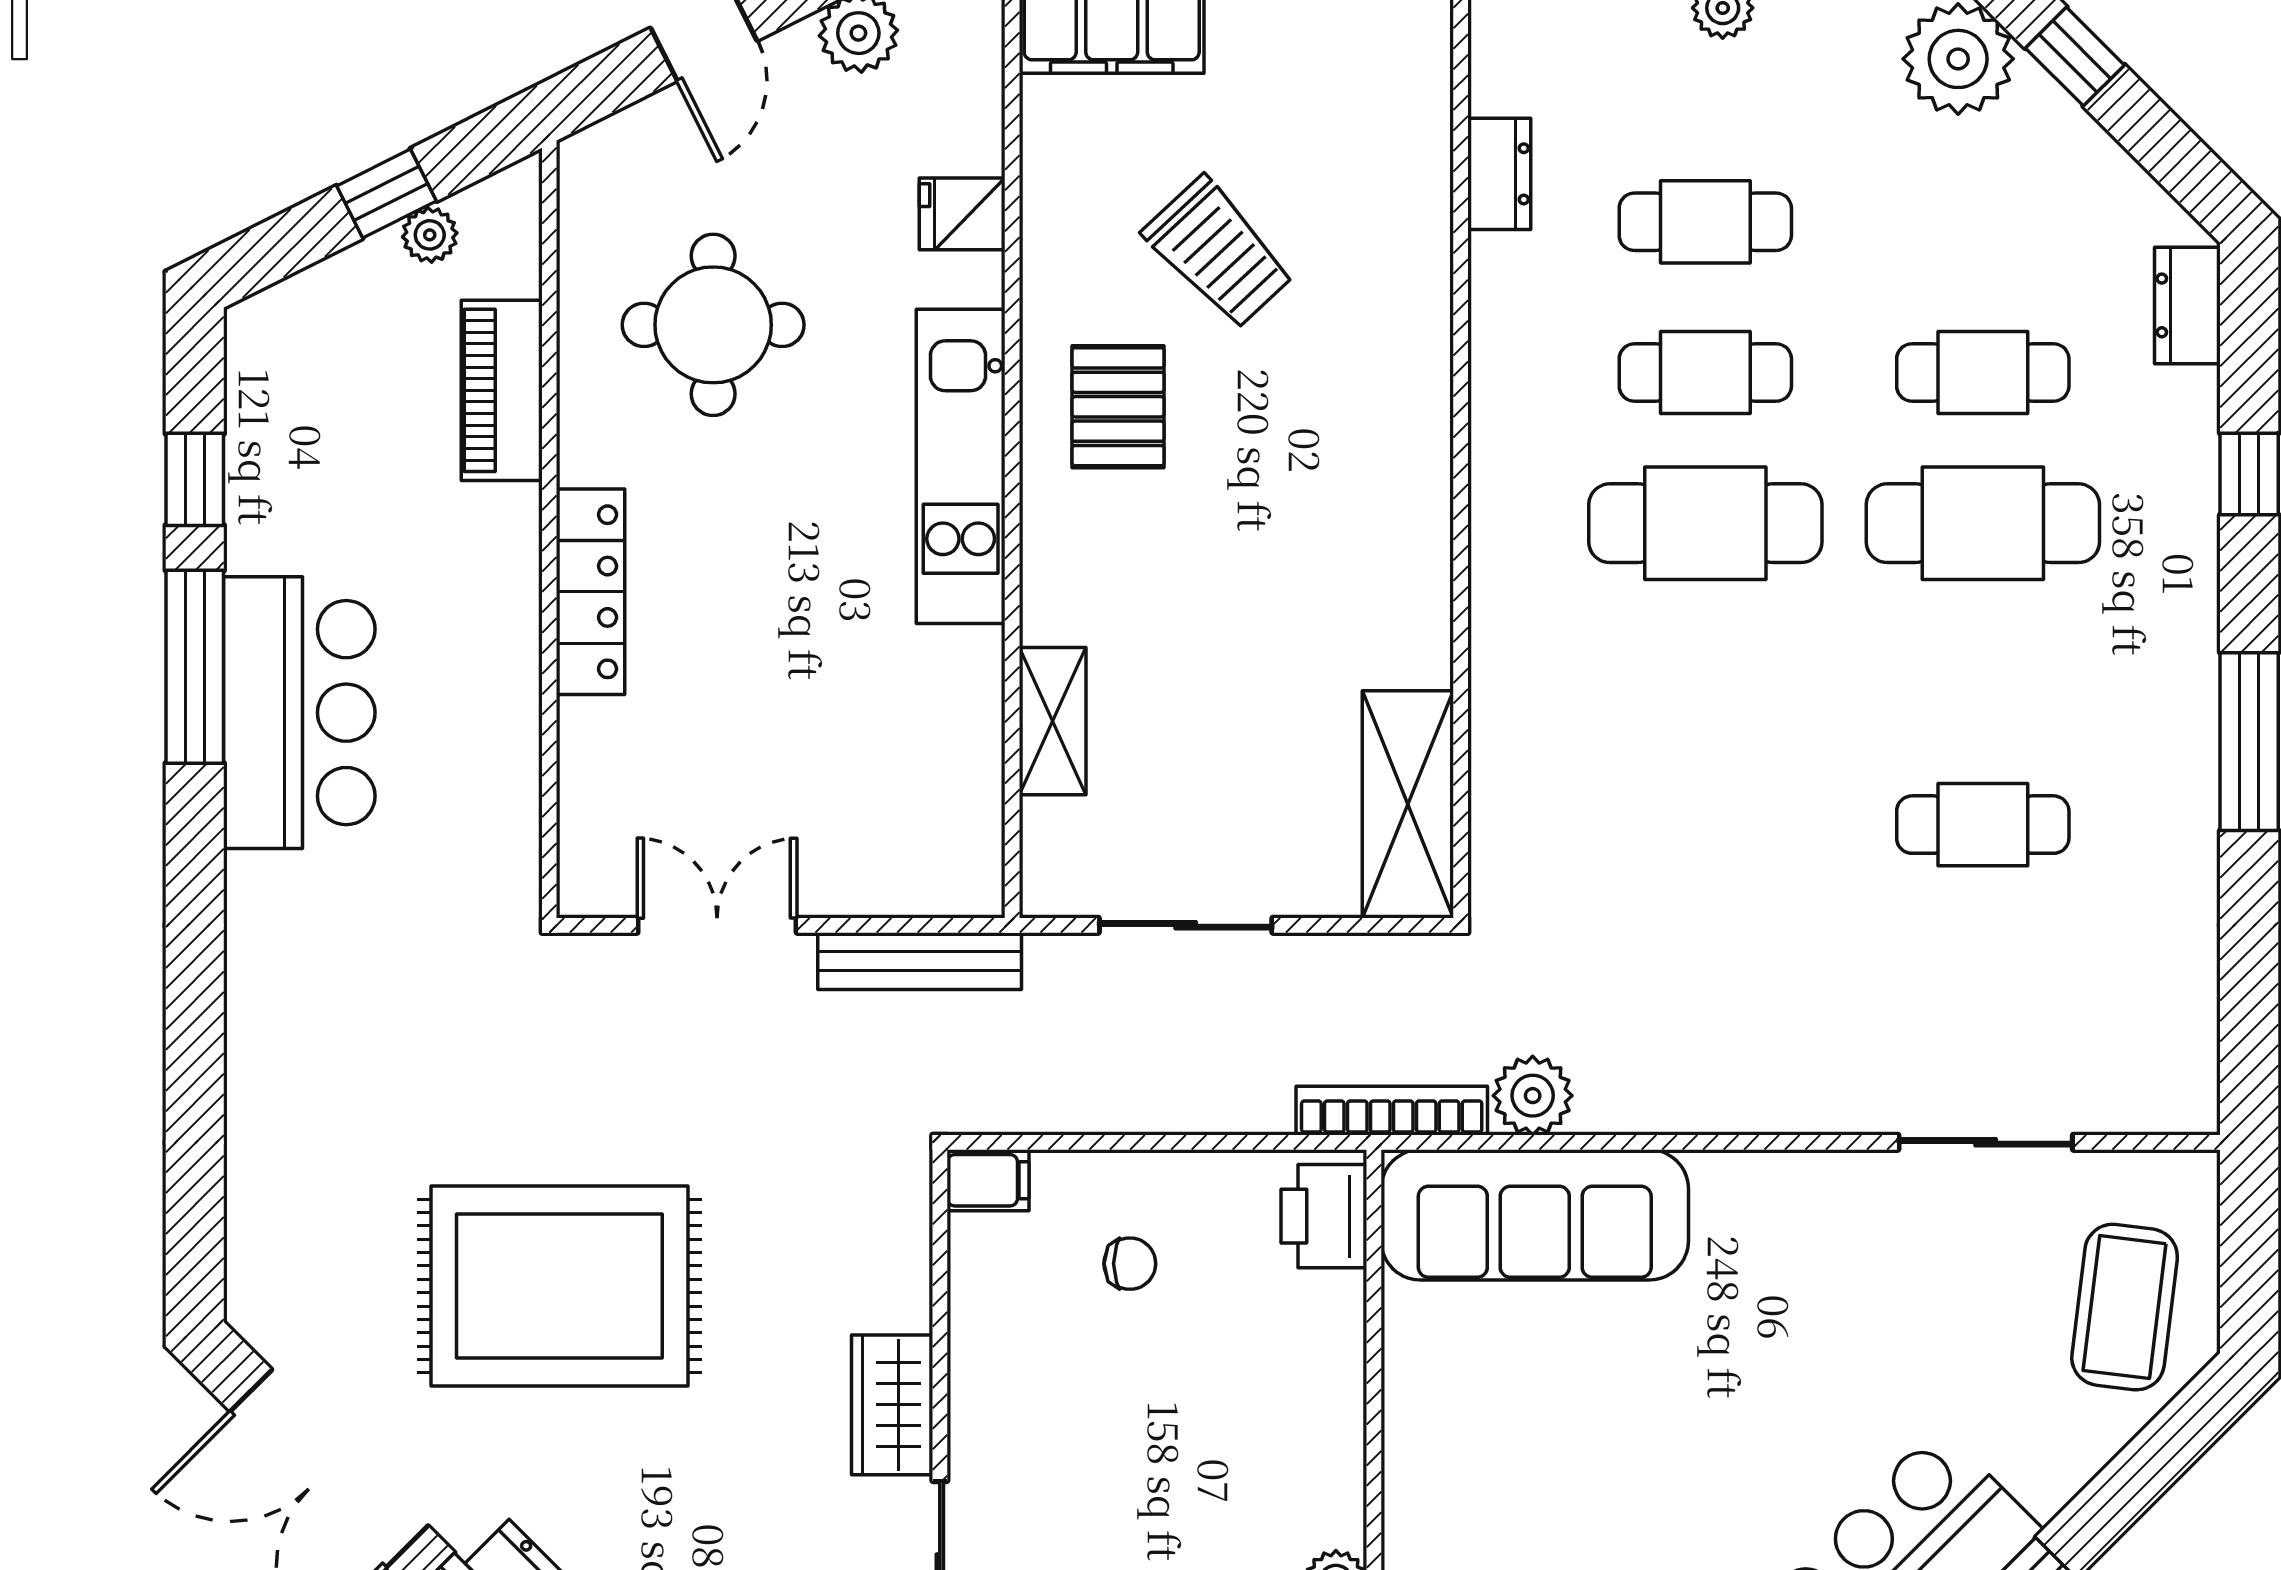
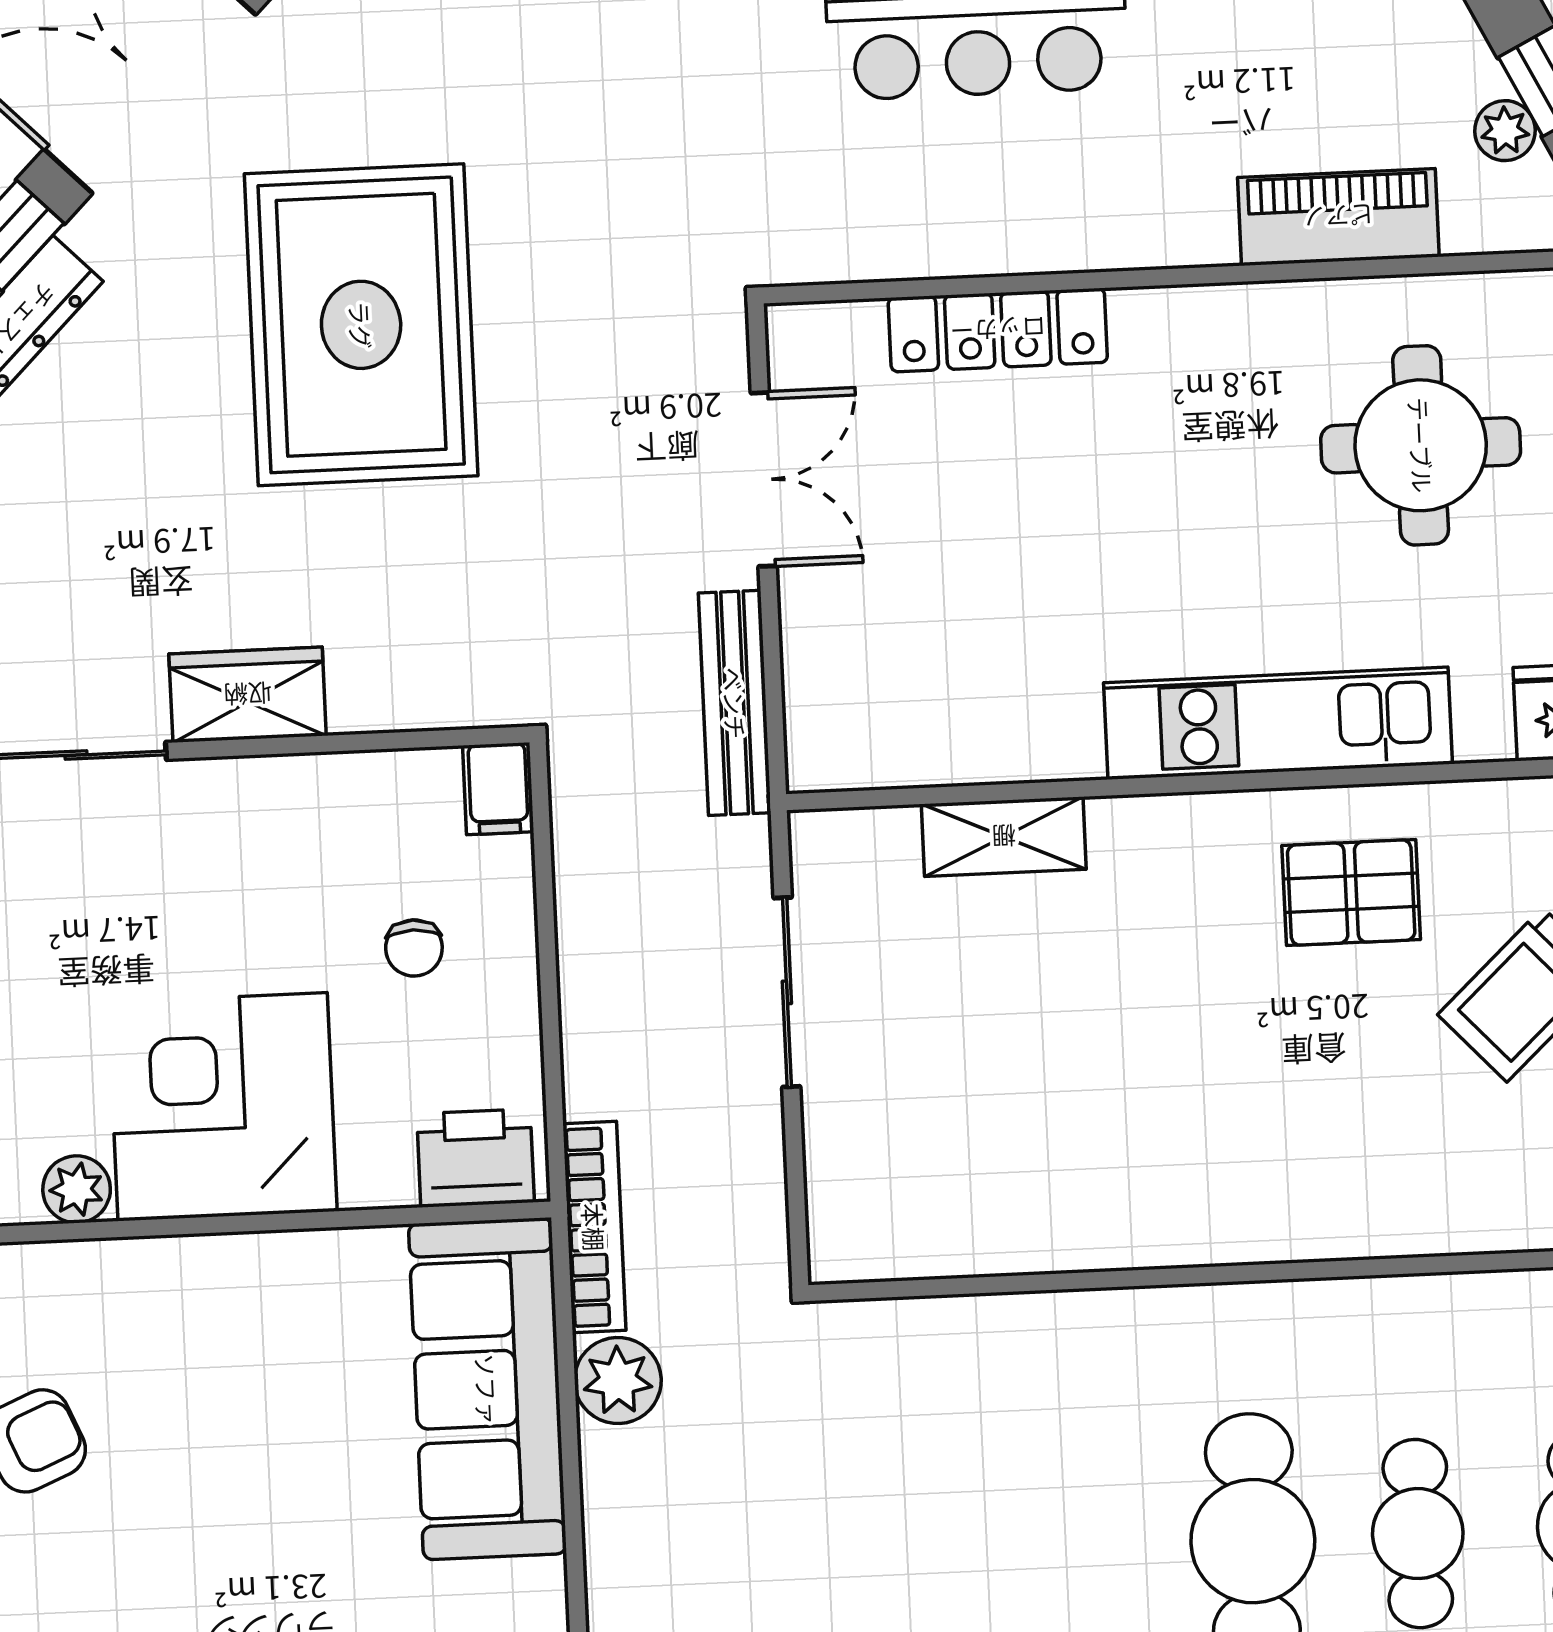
locker: (591, 592) -> (998, 330), moved
shelving: (1408, 804) -> (930, 1230), removed
corner desk: (1267, 1445) -> (223, 1107), added

